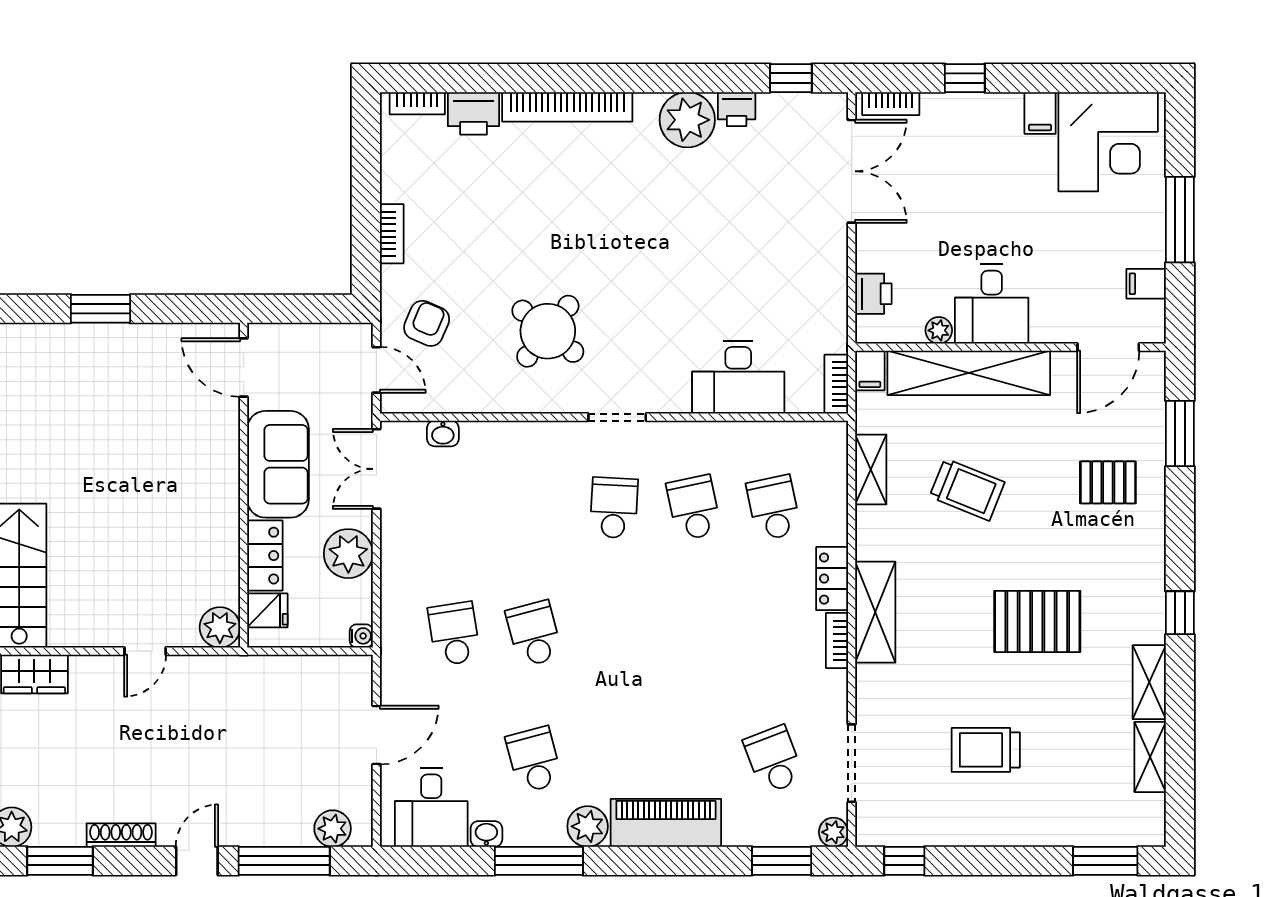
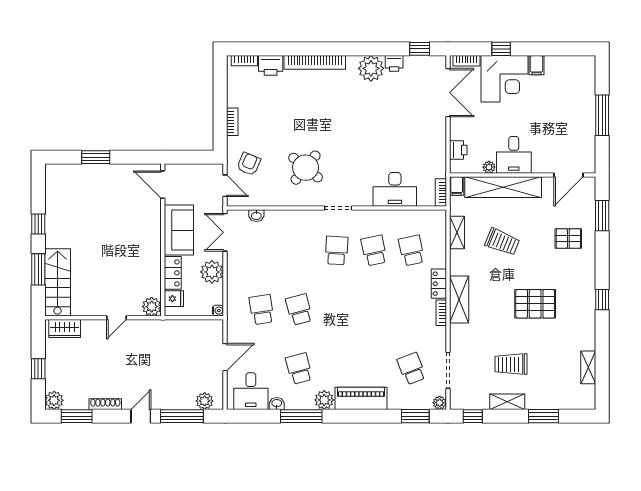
corner desk: (1108, 142) -> (505, 79), moved
filing cabinet: (1146, 284) -> (586, 145), removed
shelving: (1149, 682) -> (507, 402), moved, turned 90
window: (1105, 861) -> (543, 416), moved

